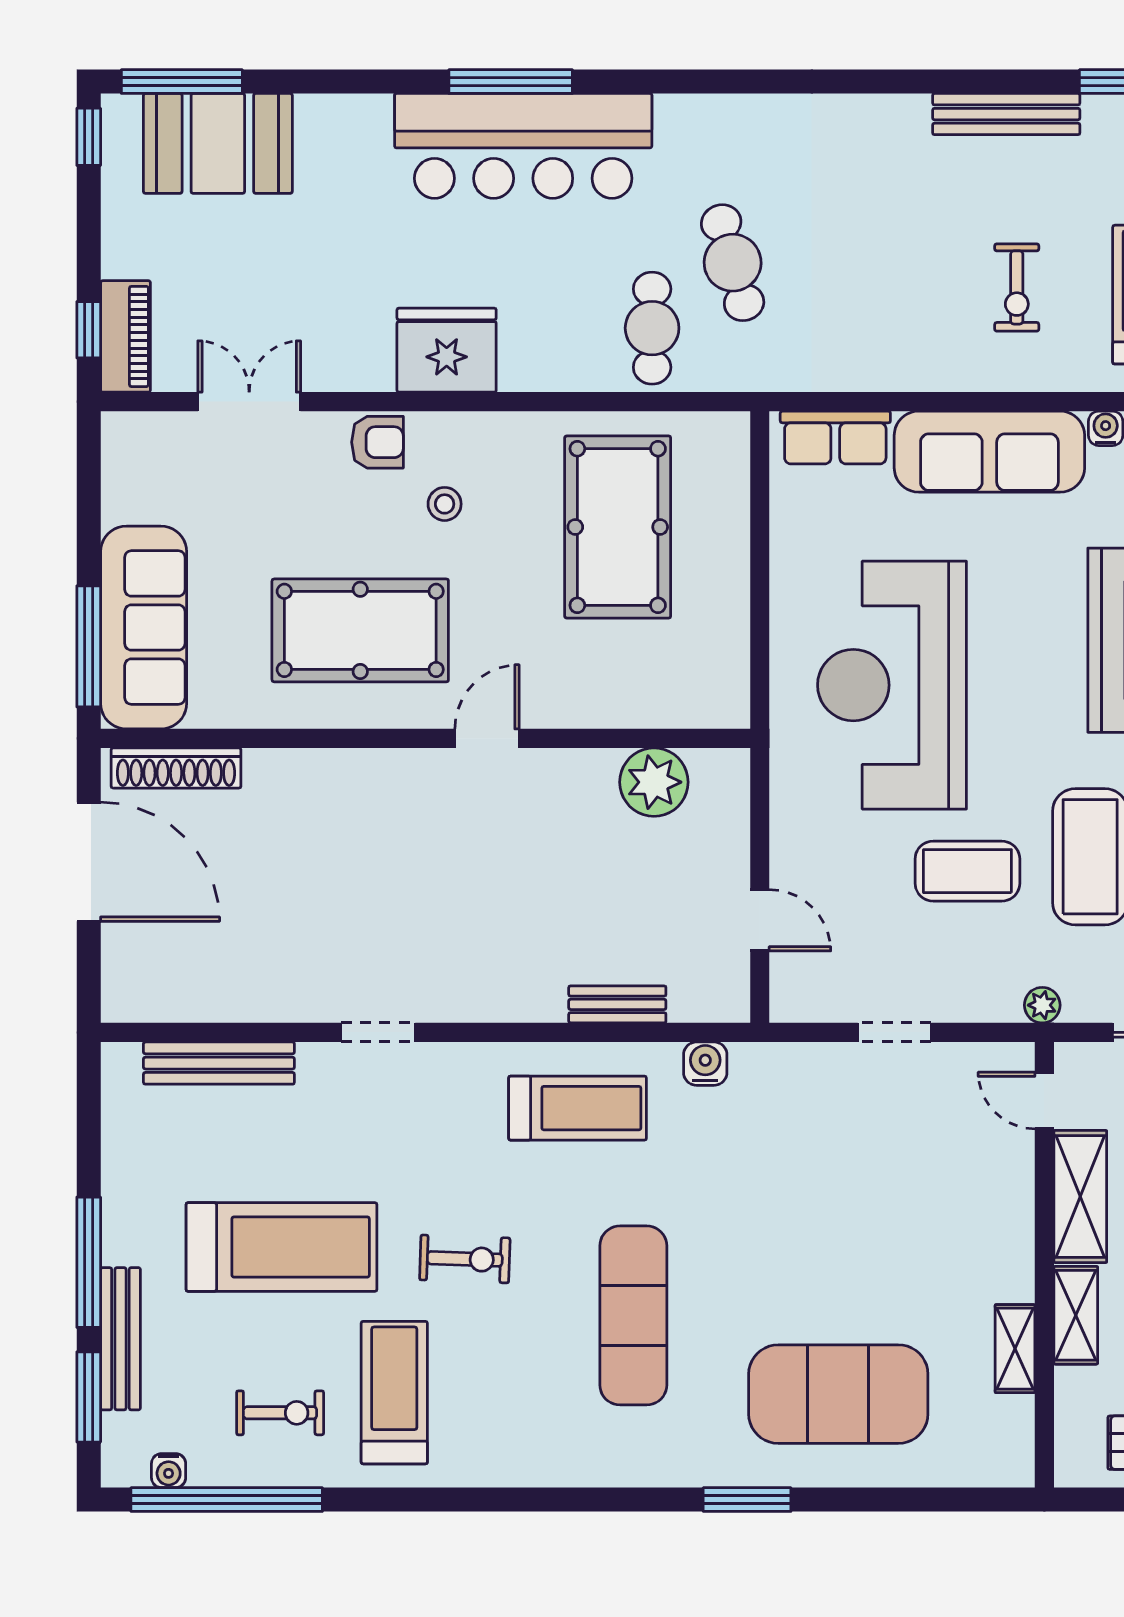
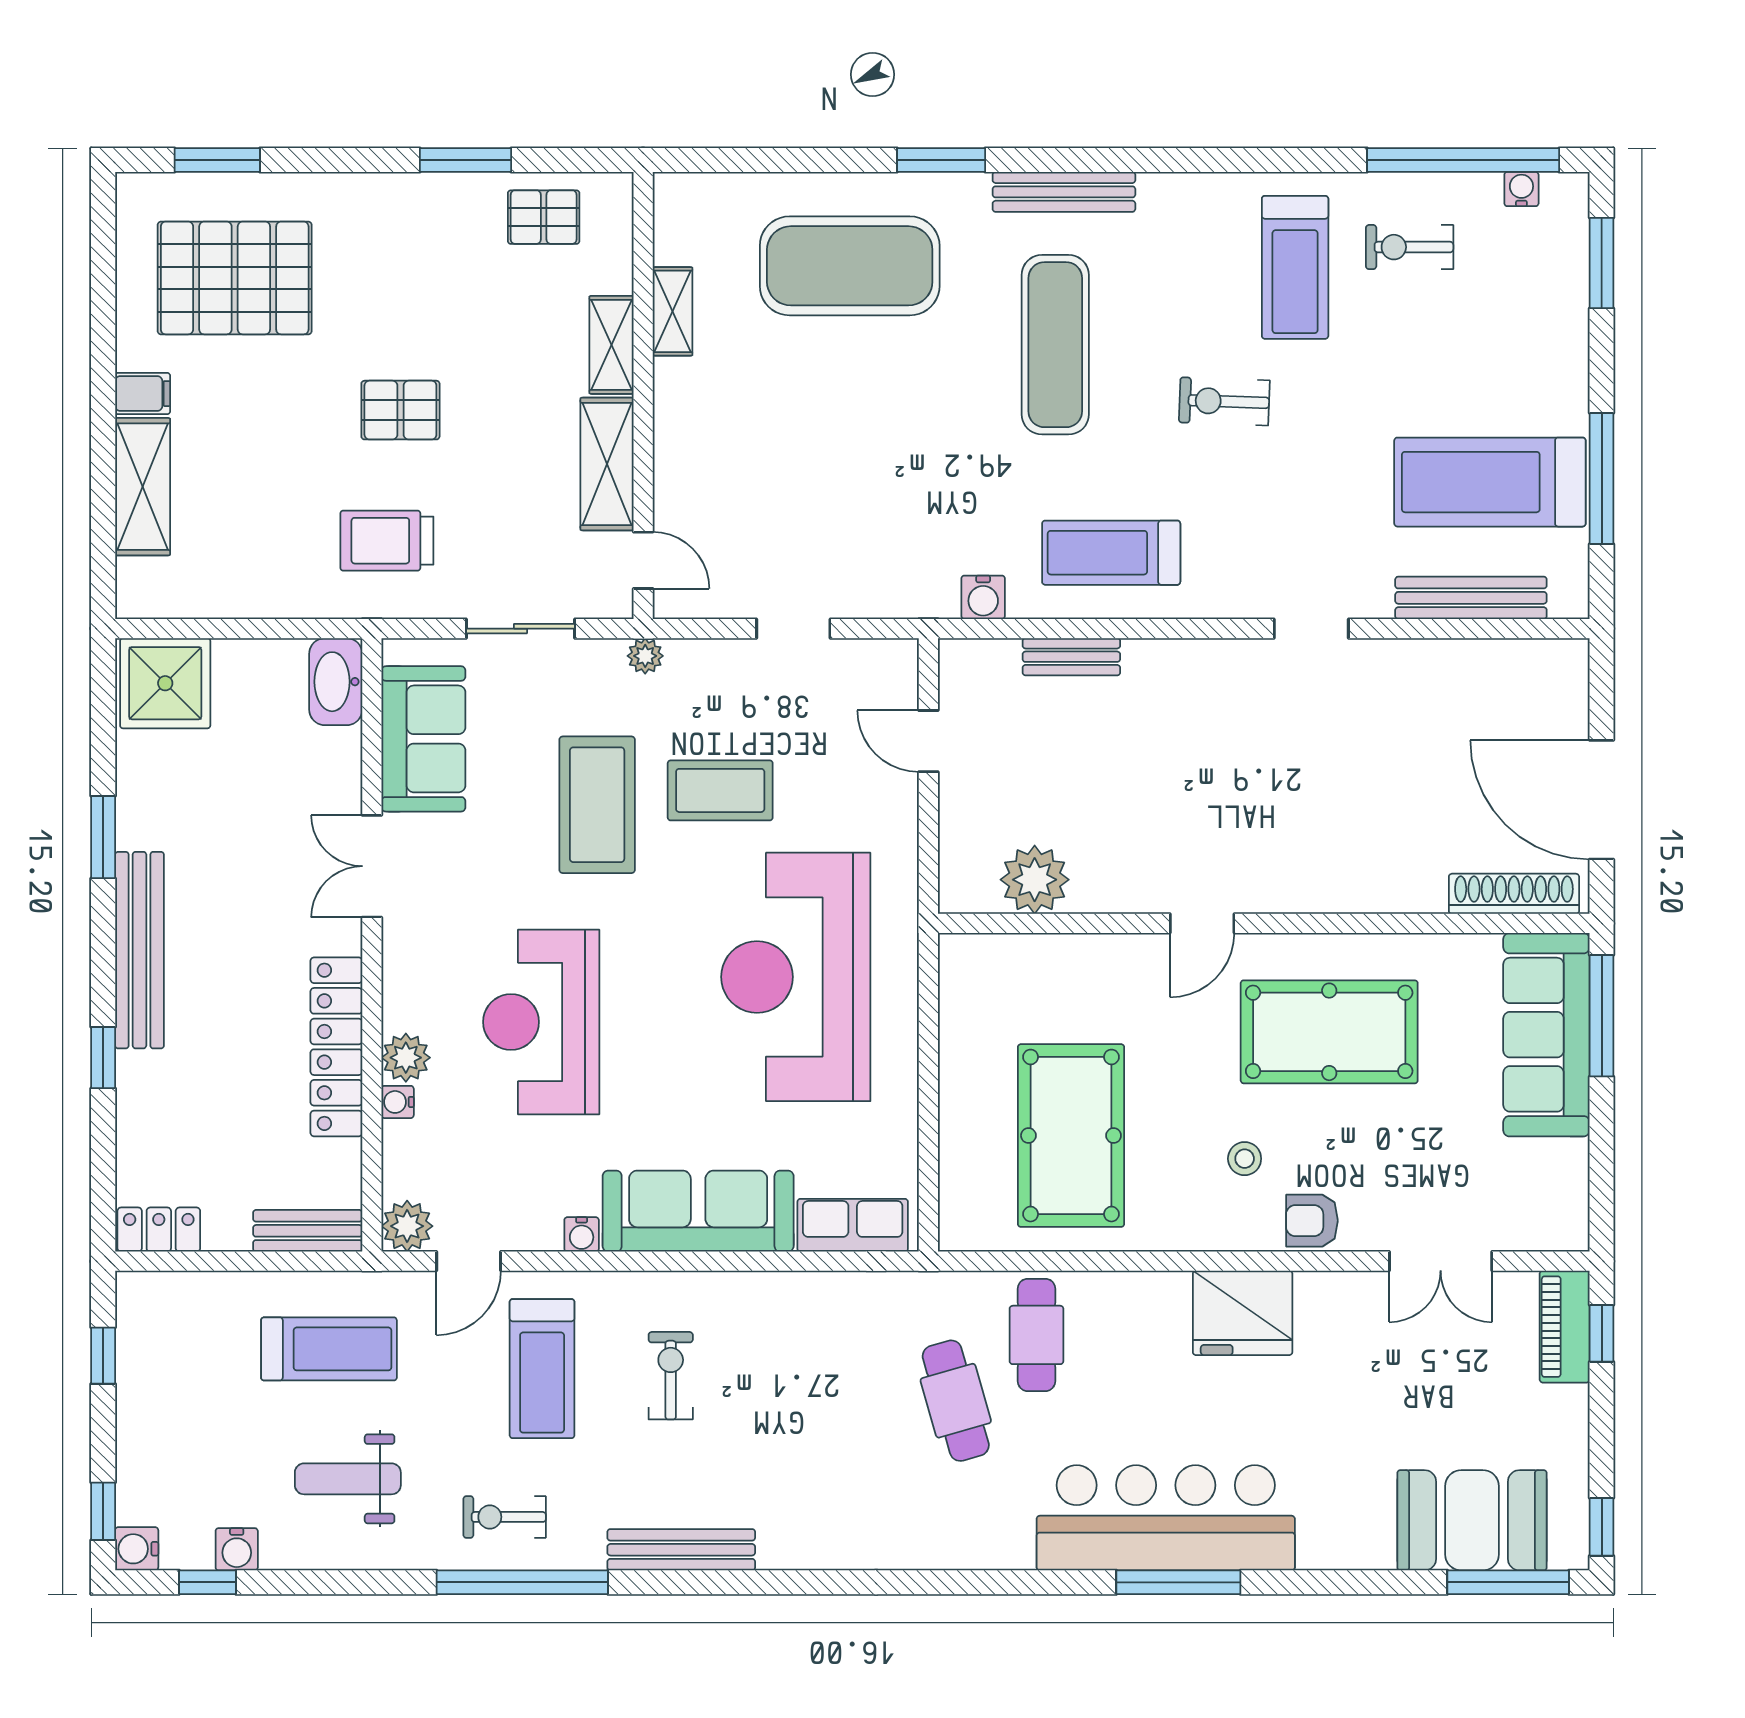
reception desk: (892, 685) -> (796, 977), turned 180
treadmill: (281, 1247) -> (1490, 482), moved
window: (89, 1262) -> (1602, 479), moved
bench: (120, 1339) -> (1064, 192), moved, turned 90

